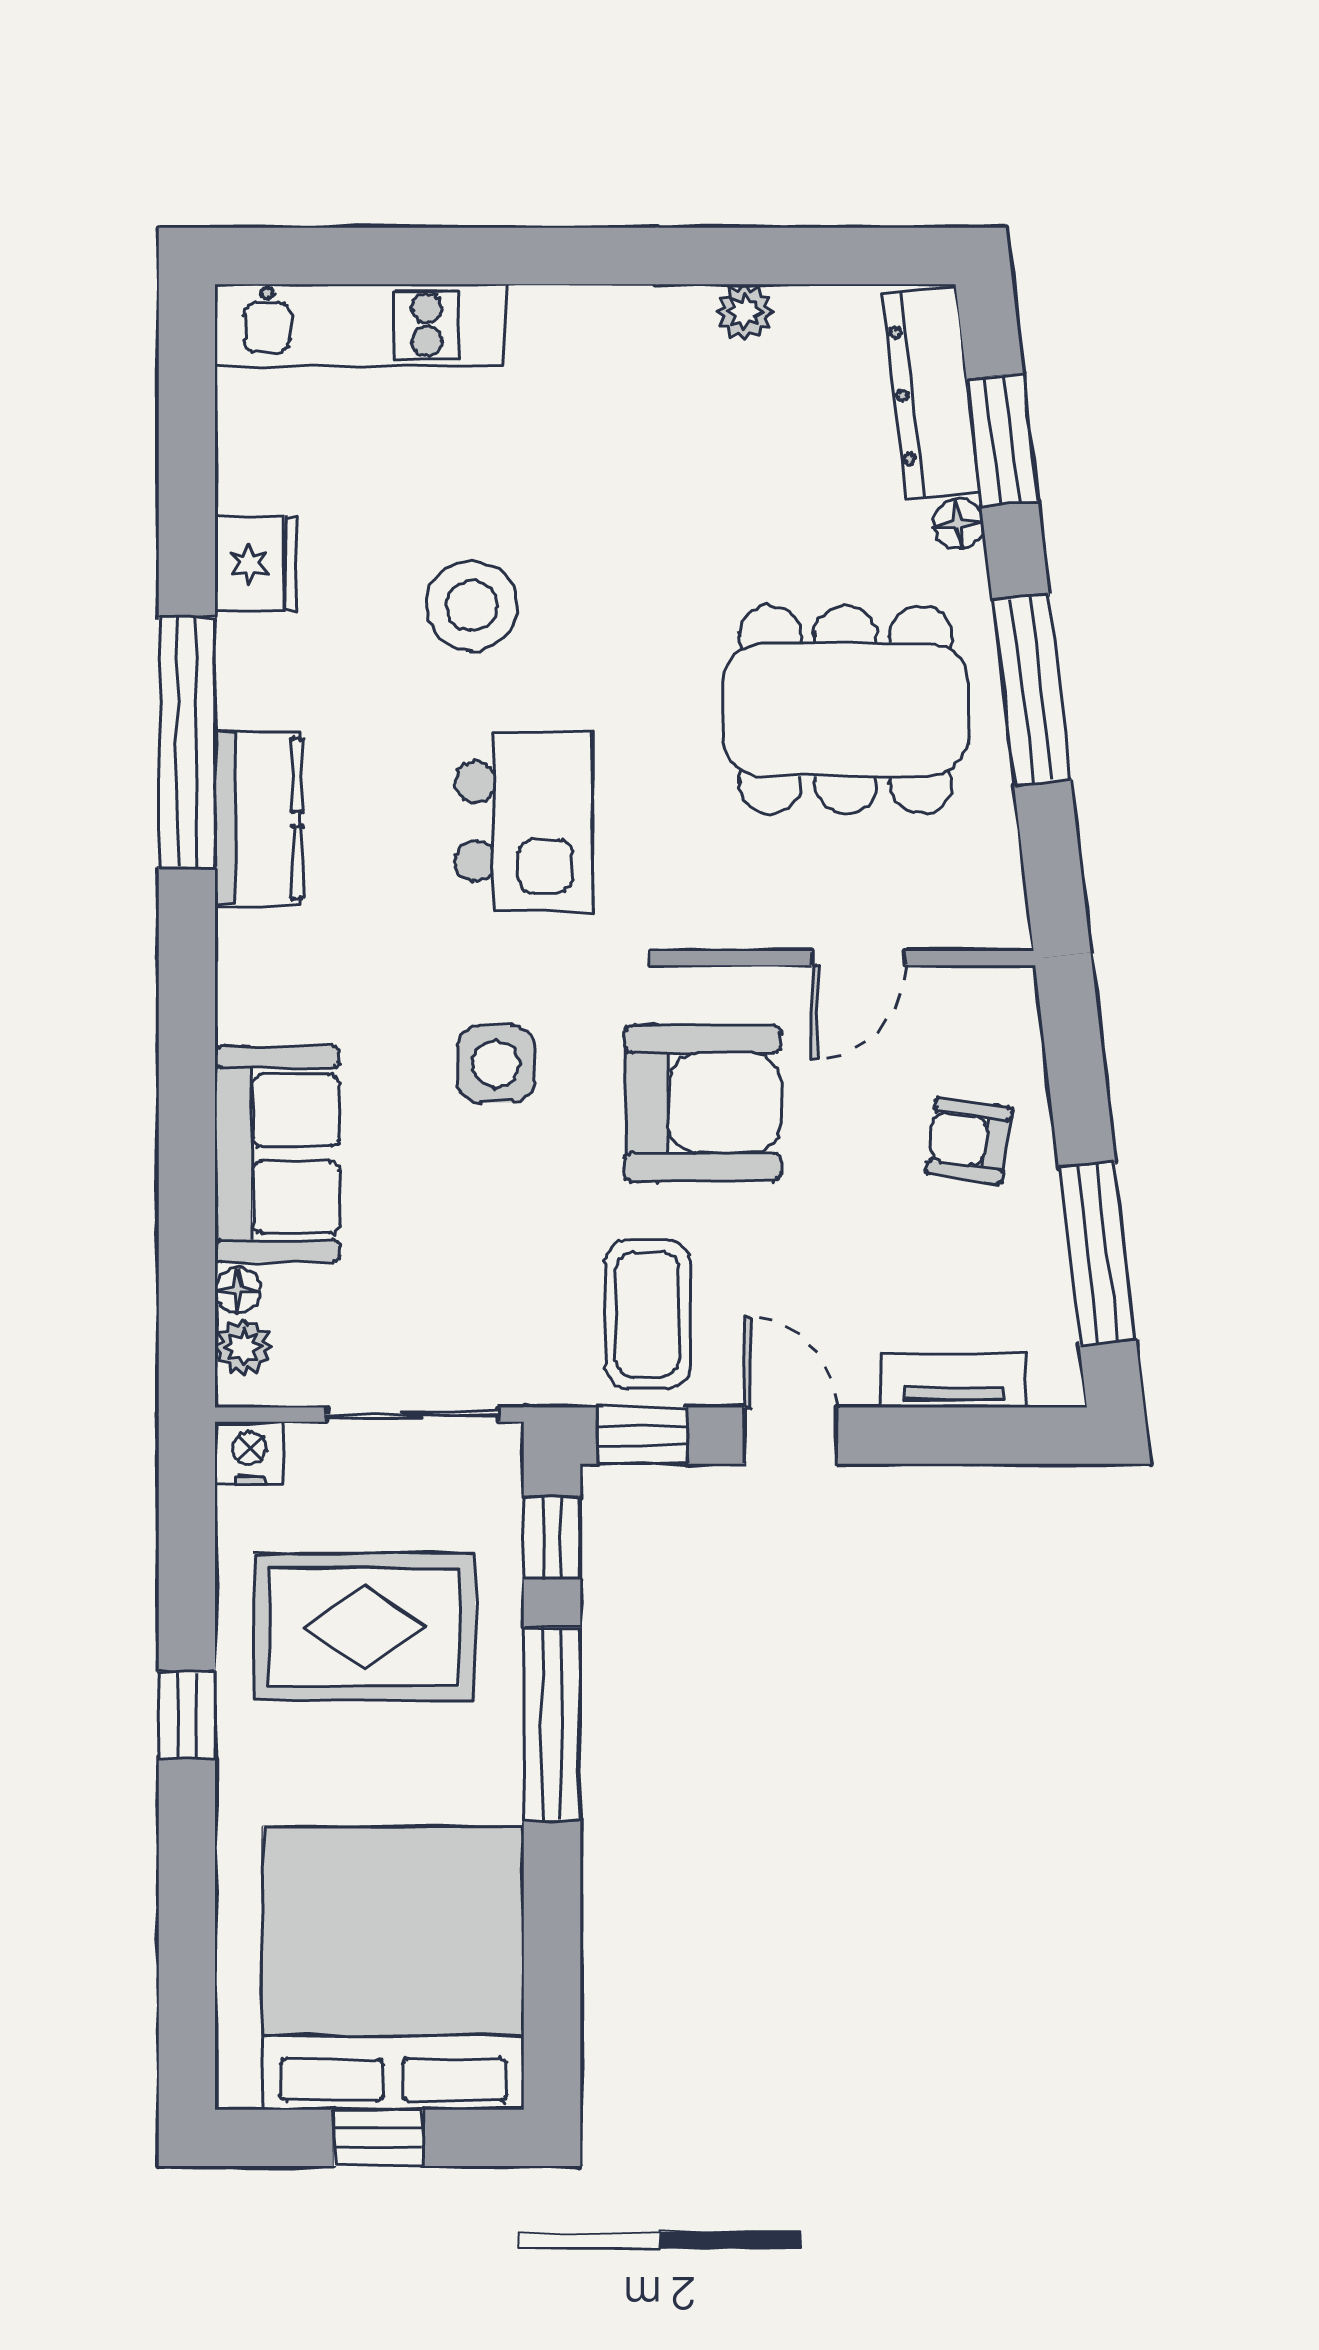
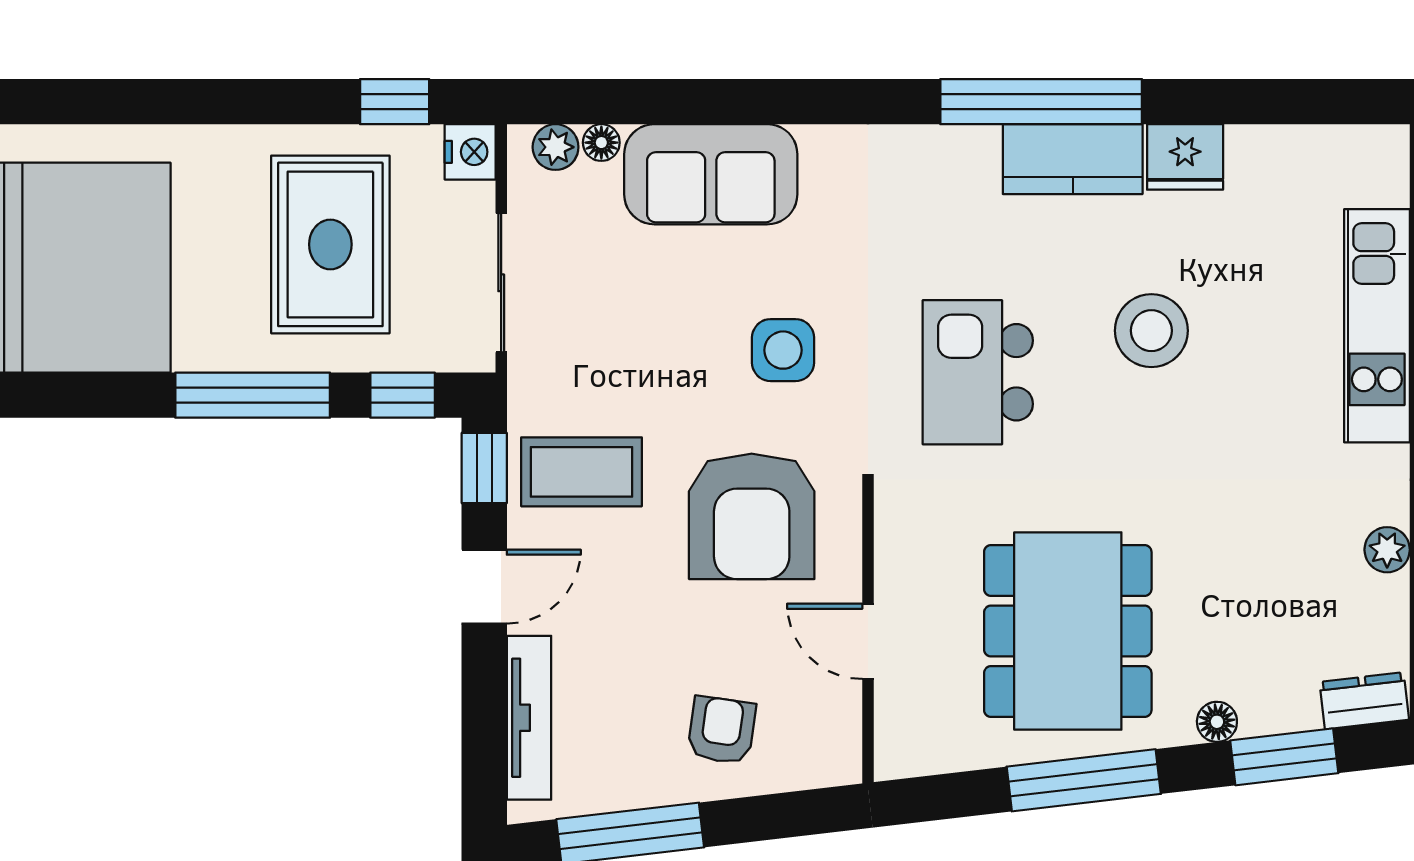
kitchen unit: (360, 325) -> (1377, 326), moved
dresser: (931, 392) -> (1364, 701), width x0.51, depth x0.80
kitchen counter: (258, 819) -> (1073, 159), moved
kitchen island: (524, 822) -> (978, 372), turned 90
tv unit: (953, 1380) -> (529, 718), width x1.41
window: (187, 1715) -> (395, 102), moved

